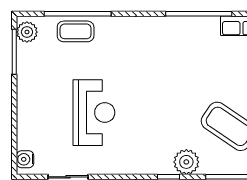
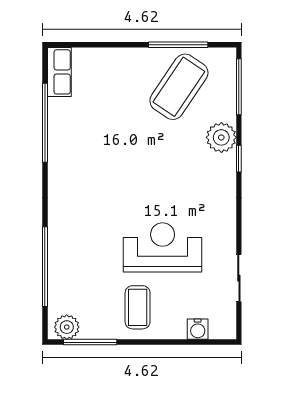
coffee table: (76, 31) -> (138, 307), moved
water cooler: (25, 159) -> (198, 329), moved

